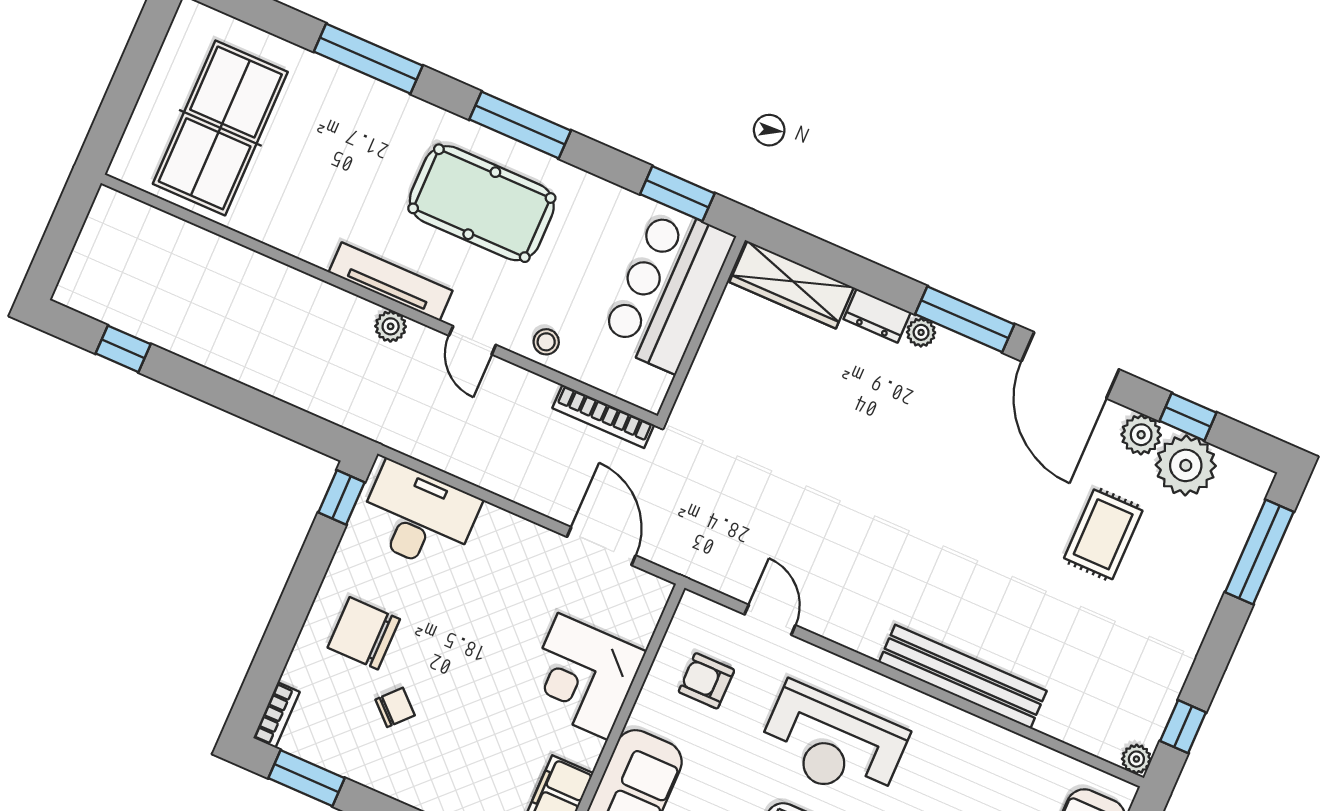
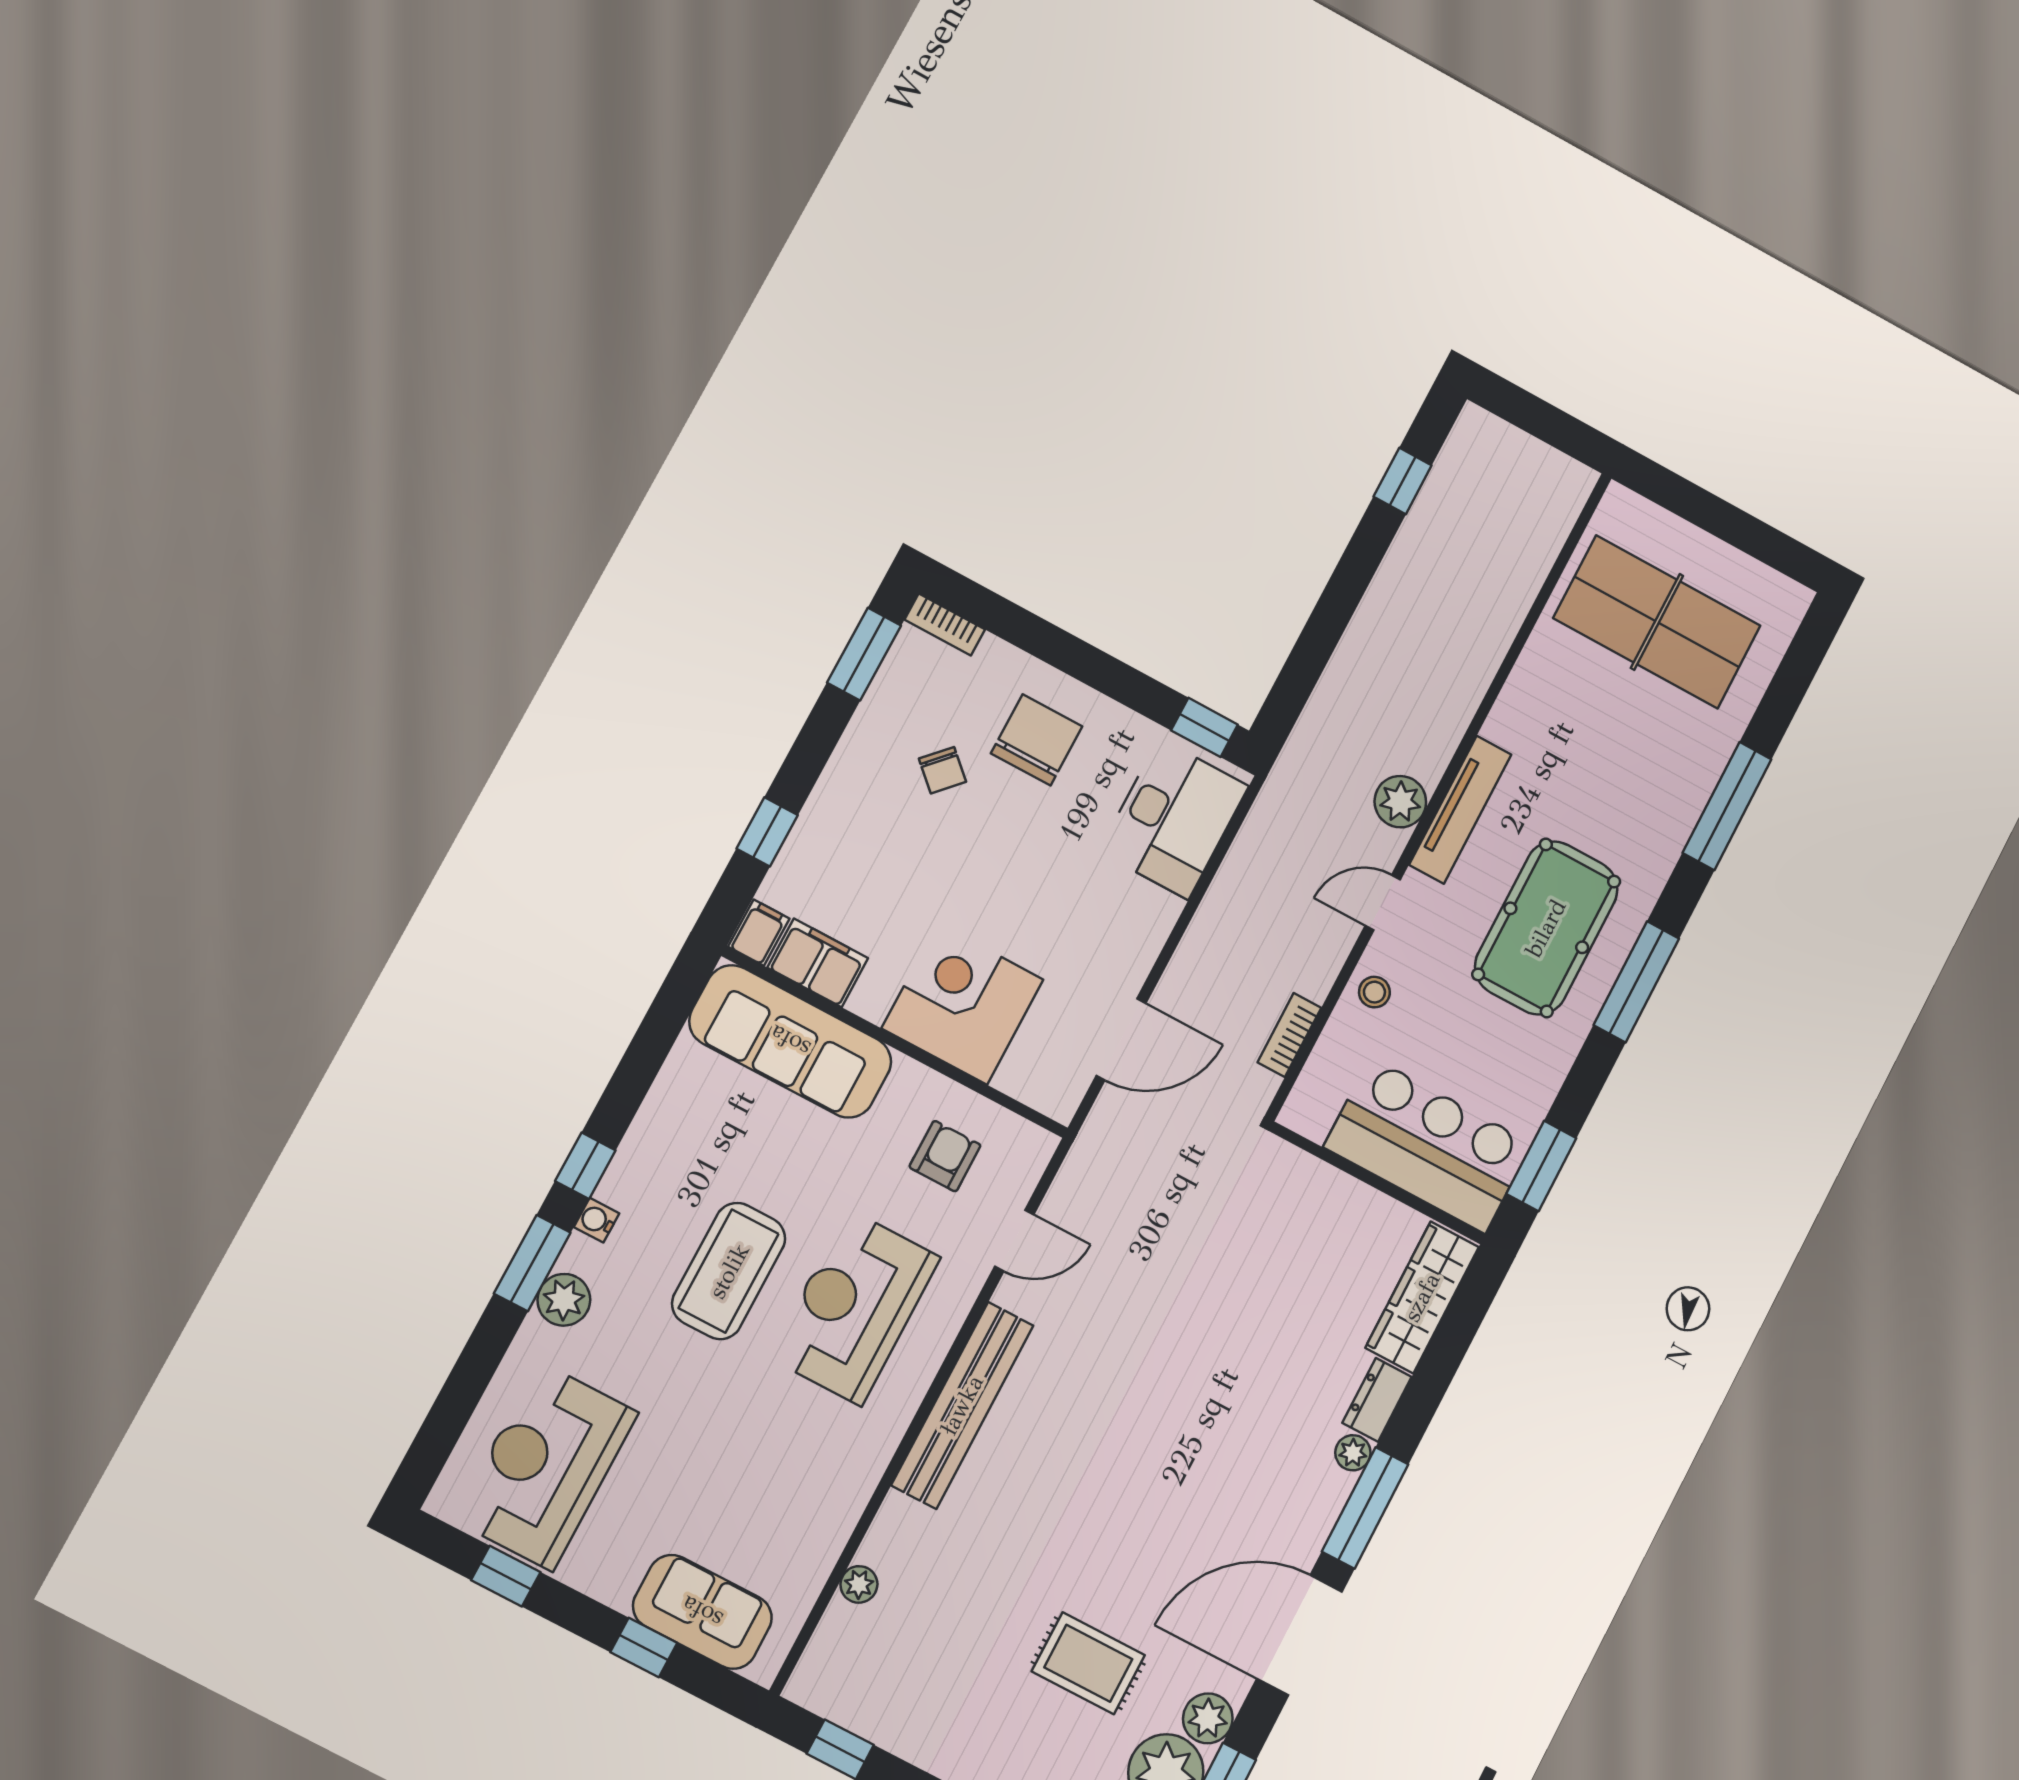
plant: (391, 326) -> (1400, 802), width x1.38, depth x1.38
bookcase: (603, 416) -> (1289, 1035), width x0.64
bench: (963, 677) -> (962, 1405), moved
plant: (1136, 759) -> (859, 1584), moved

